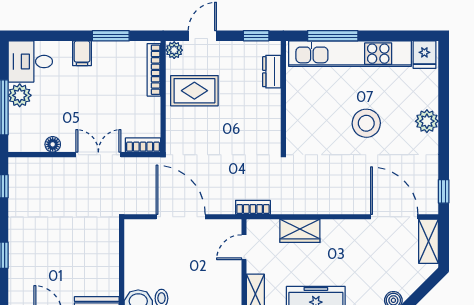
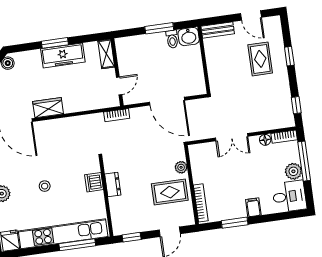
plant: (174, 50) -> (181, 167), moved
dresser: (272, 72) -> (113, 184), moved
dishwasher: (297, 119) -> (94, 182), added
stool: (366, 123) -> (45, 186), width x0.53, depth x0.53
bookcase: (143, 145) -> (284, 137), moved
wardrobe: (300, 231) -> (48, 108), moved
rug: (44, 257) -> (260, 59), added

